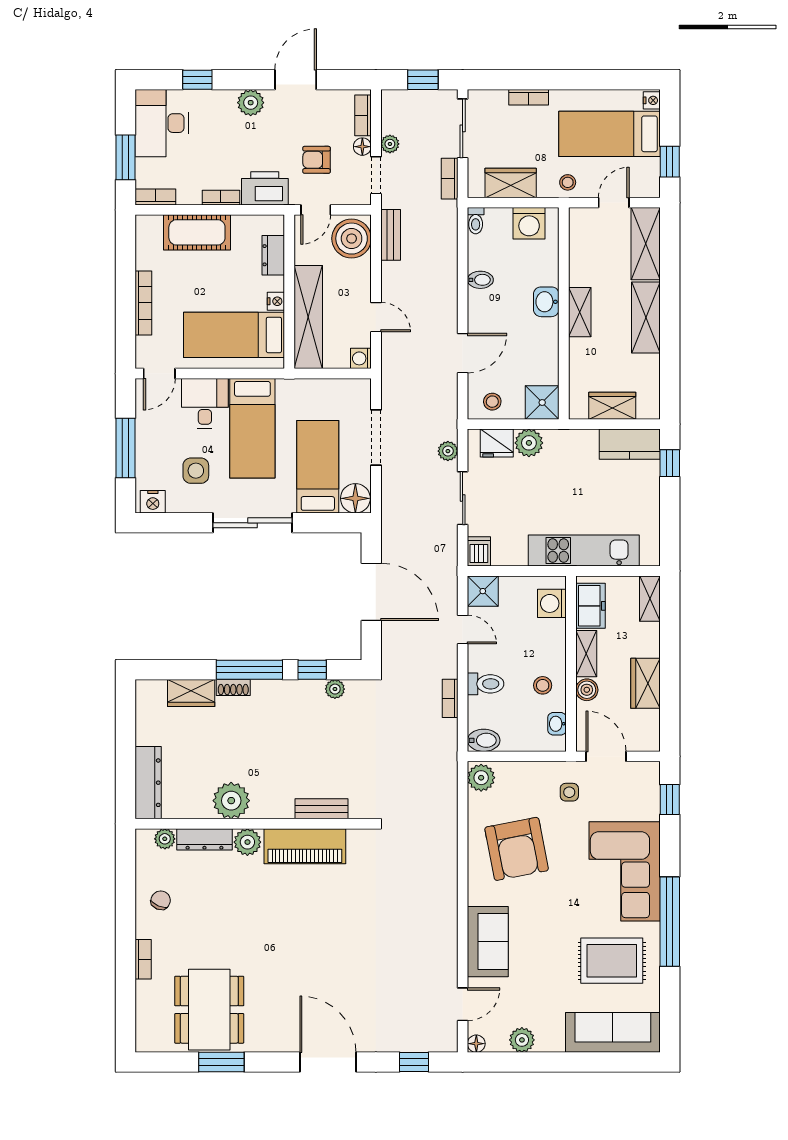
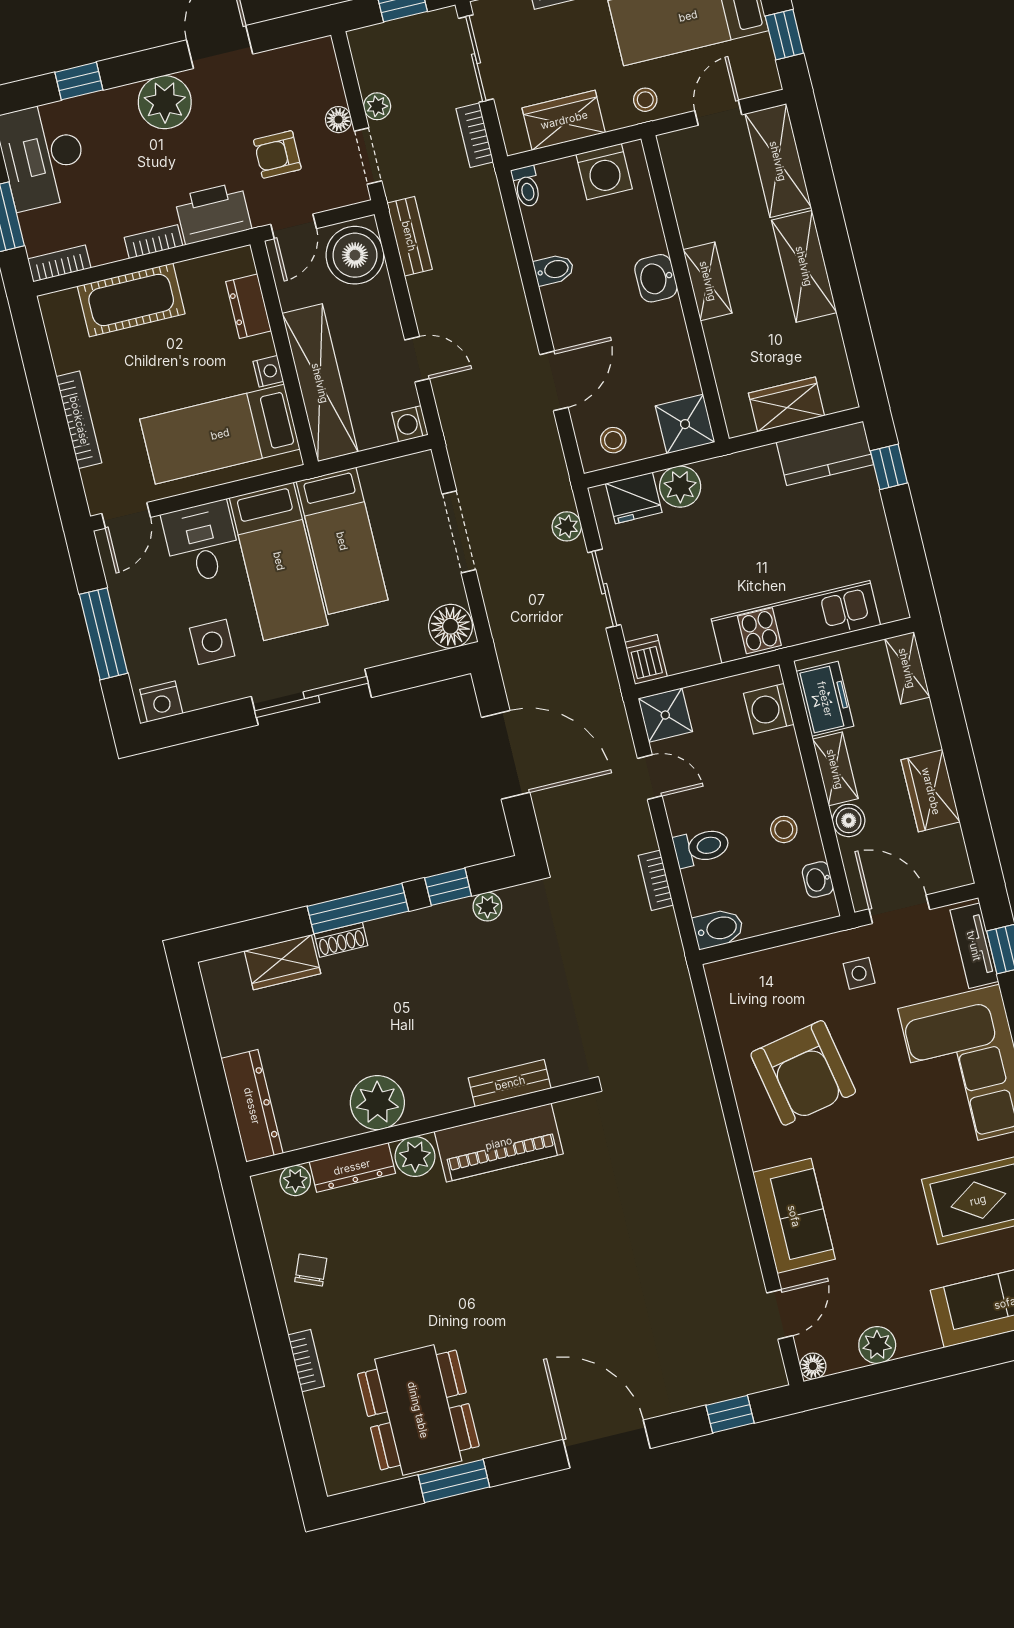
plant: (251, 103) -> (165, 102), width x1.36, depth x1.36
bookcase: (363, 115) -> (329, 75), removed
bed: (318, 467) -> (342, 541), moved, turned 180
plant: (481, 778) -> (728, 983), removed
tv unit: (650, 792) -> (974, 946), added

